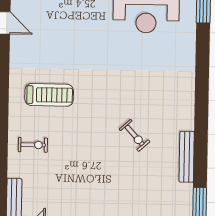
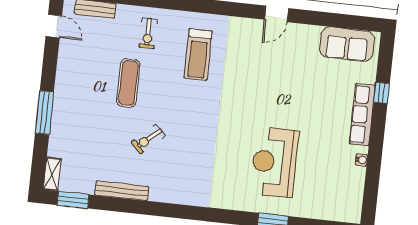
exercise mat: (83, 160) -> (128, 83), added

